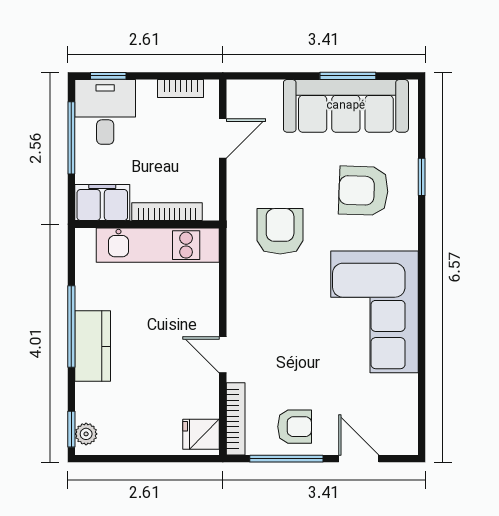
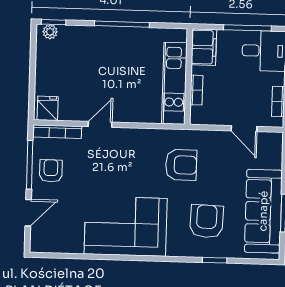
bookcase: (167, 212) -> (196, 90), width x0.64
kitchen counter: (93, 346) -> (108, 38), removed
armchair: (295, 427) -> (51, 171), turned 180

